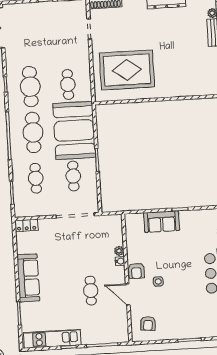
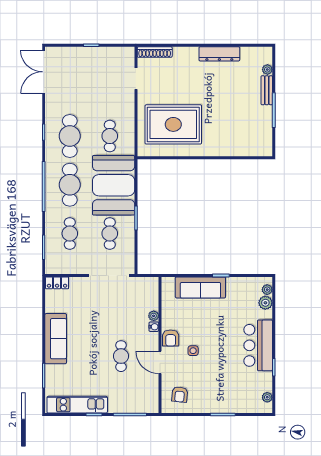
sofa: (162, 222) -> (200, 287), width x1.36

